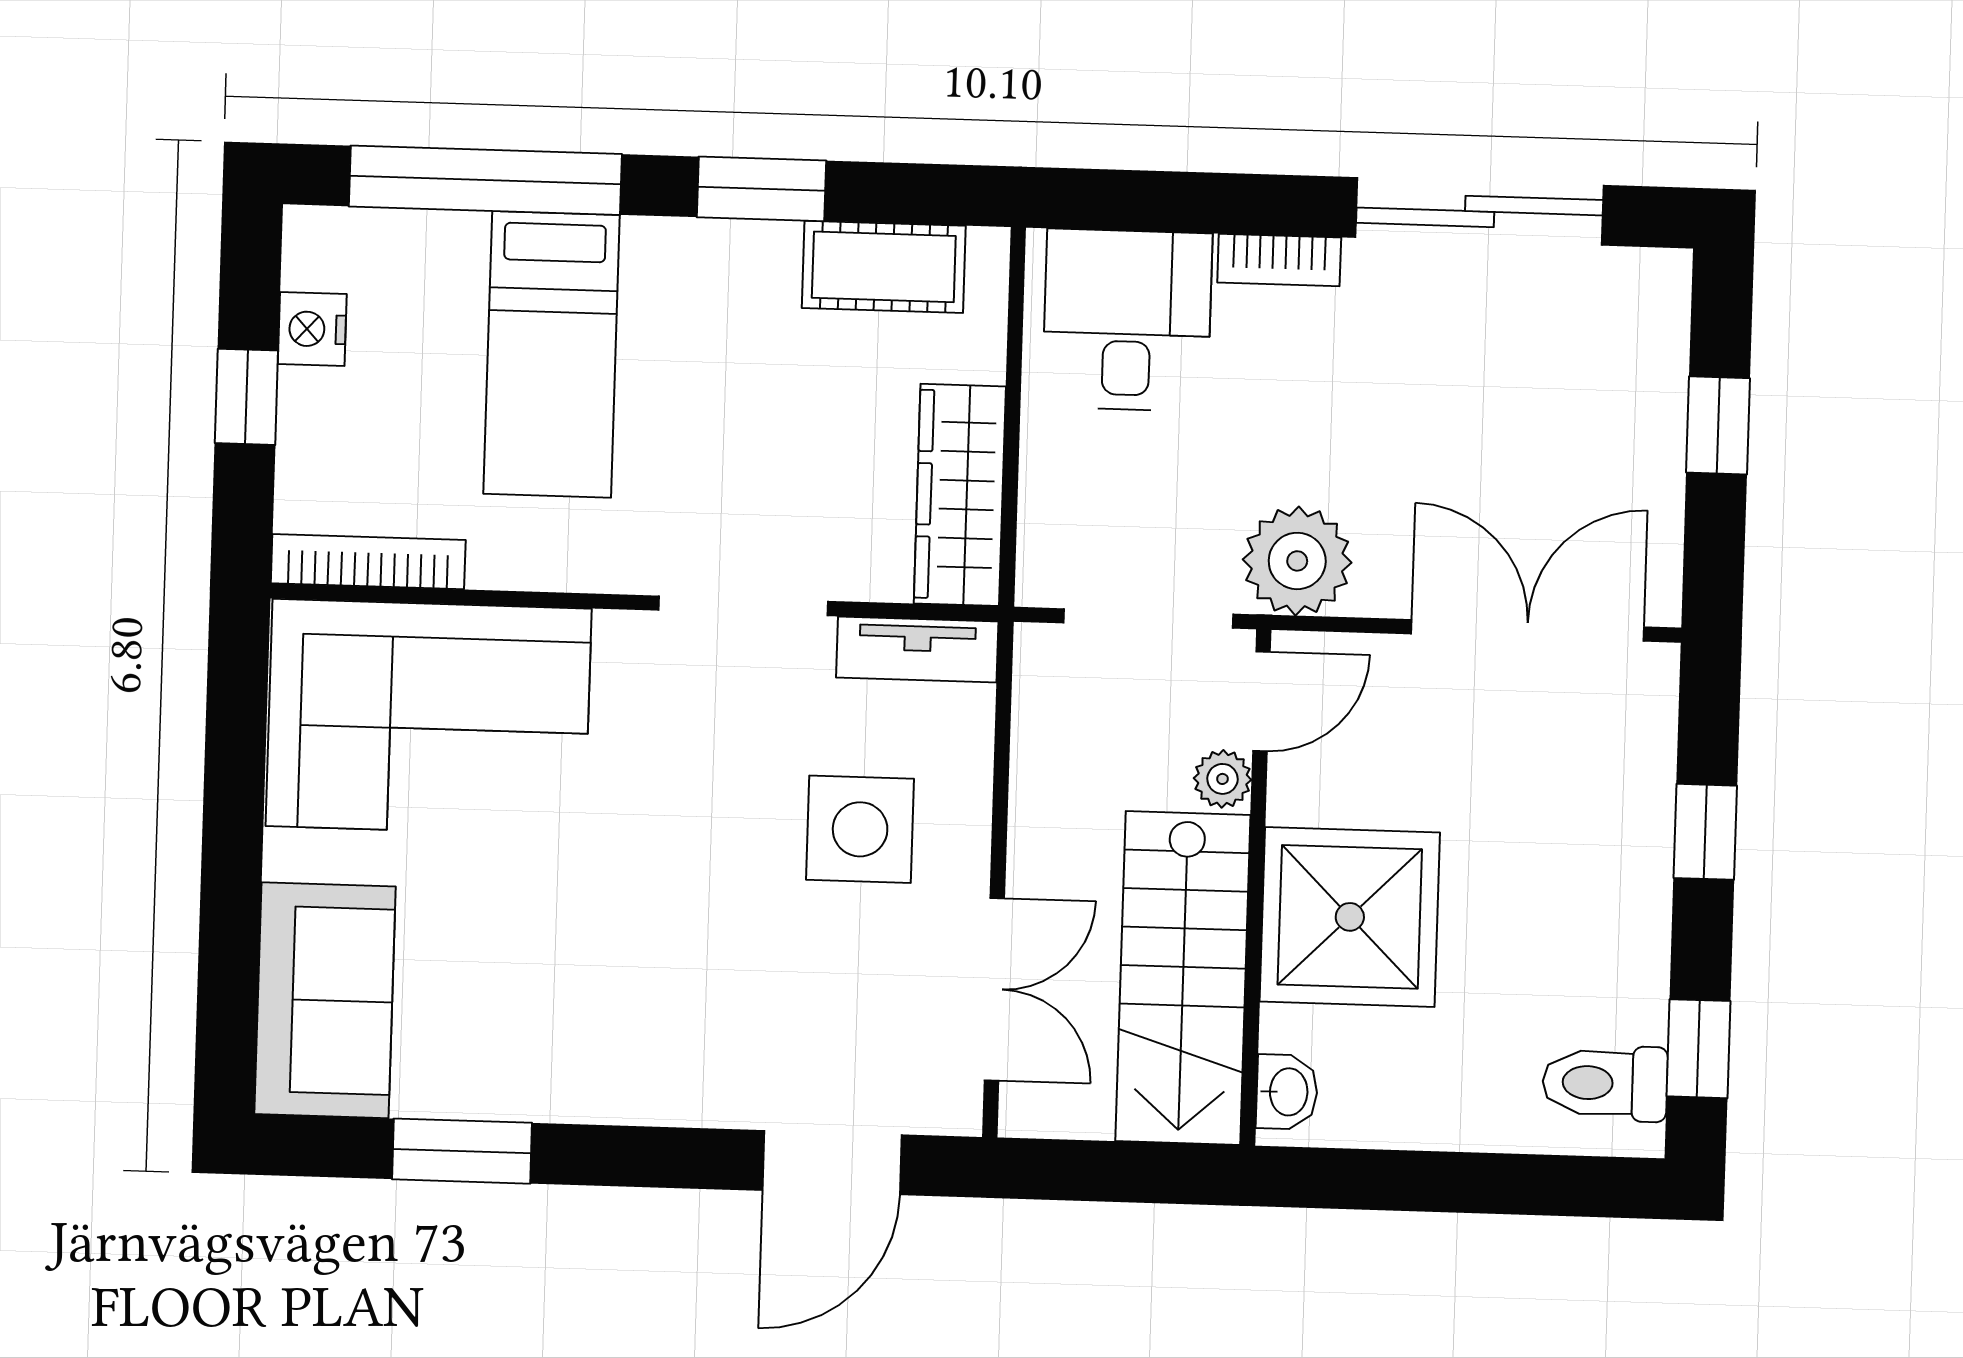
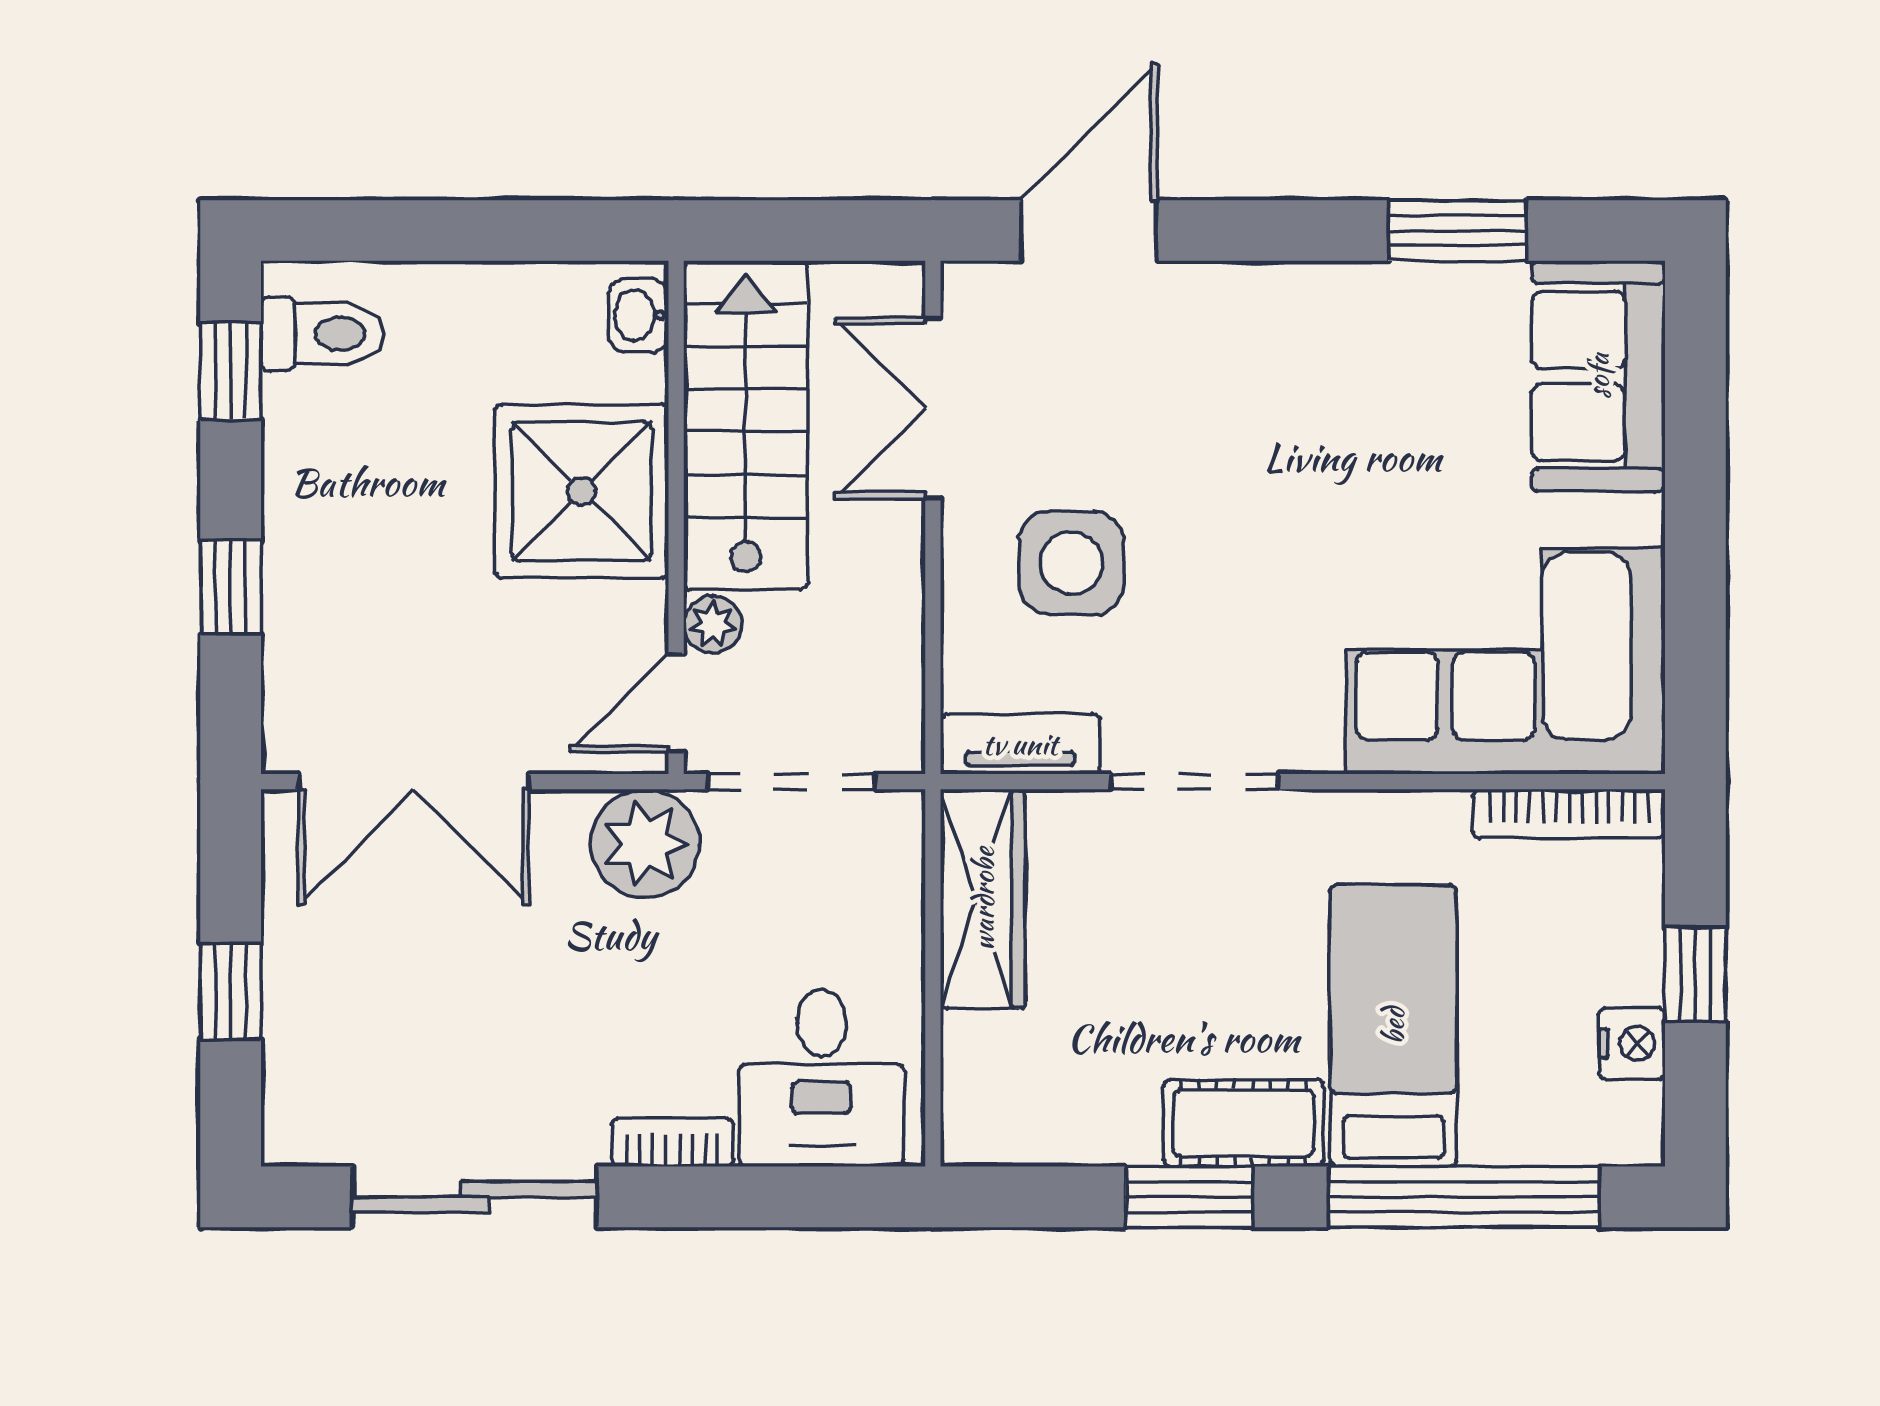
cot: (884, 267) -> (1244, 1123), moved

